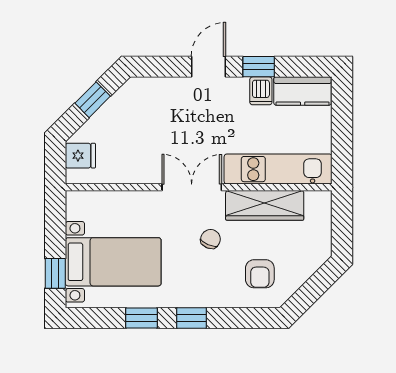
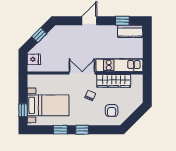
window: (259, 67) -> (122, 21), moved
dishwasher: (261, 91) -> (112, 31), removed

